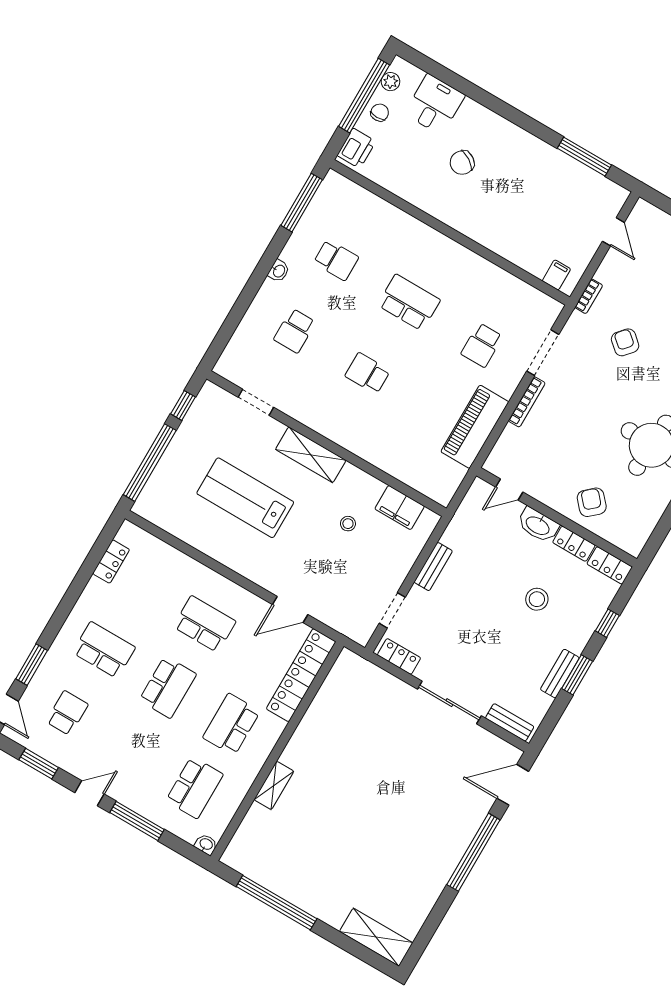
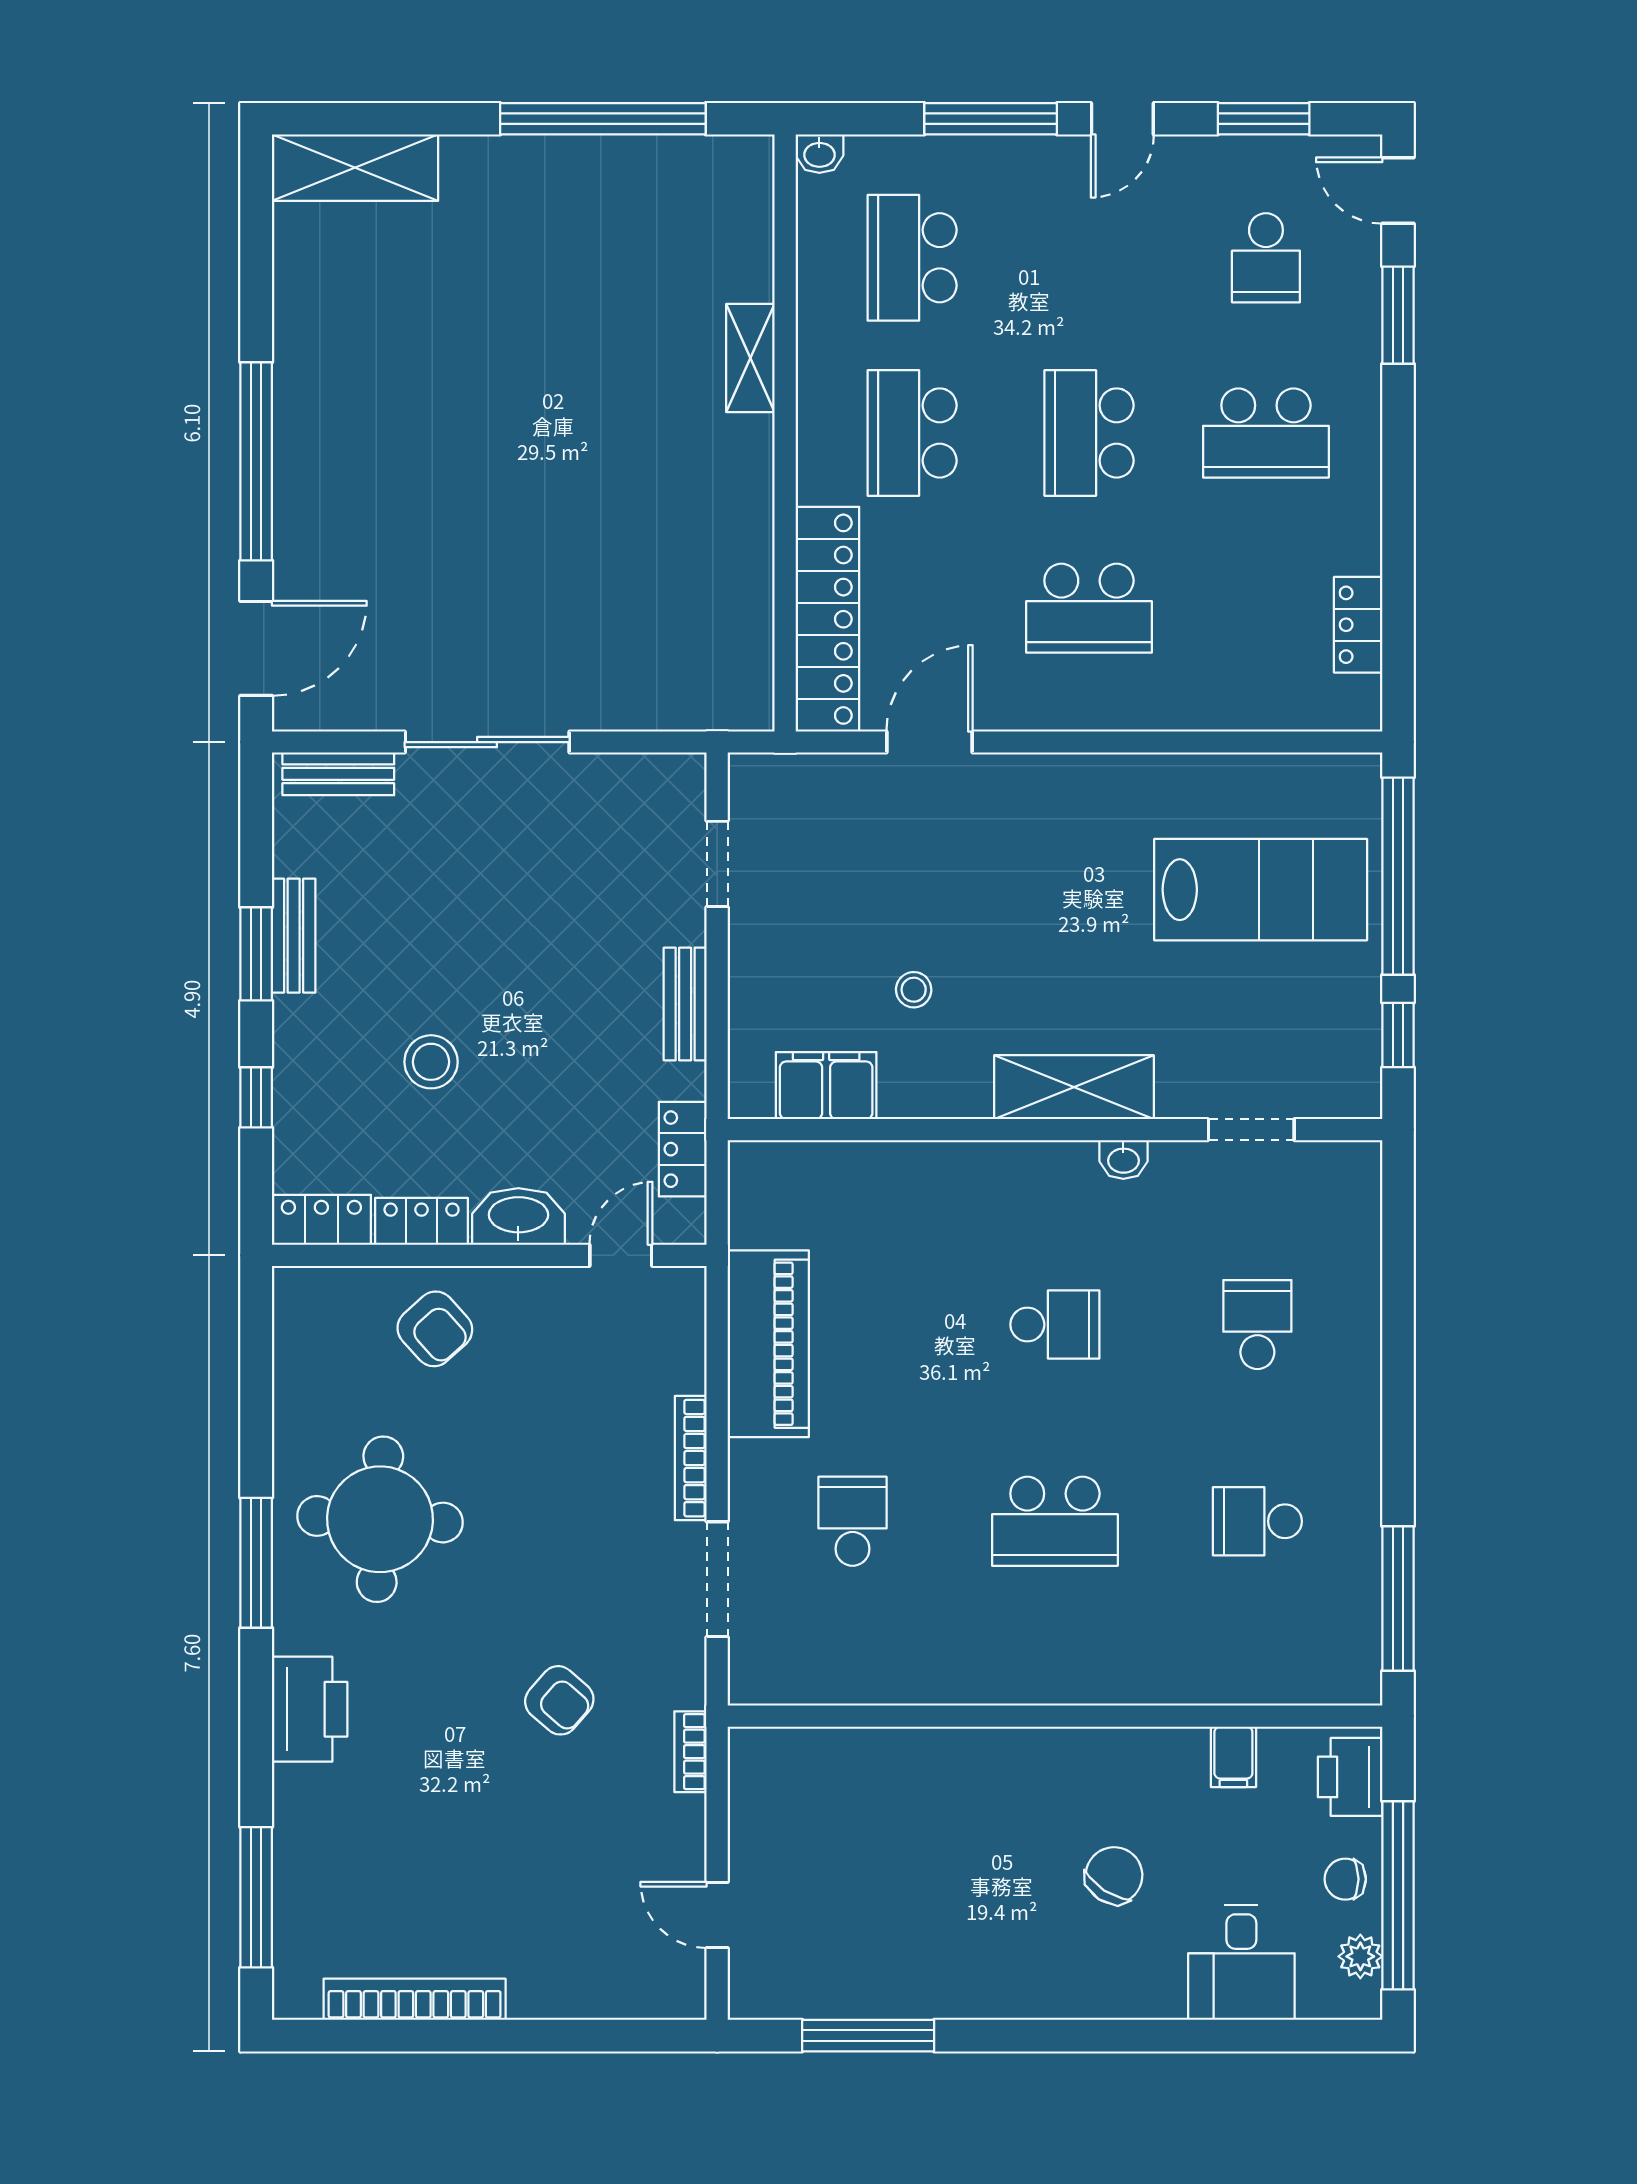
chair: (380, 113) -> (1345, 1879), turned 90
washbasin: (279, 271) -> (1123, 1160), moved, turned -90
filing cabinet: (556, 275) -> (1233, 1757), moved
lab bench: (245, 498) -> (1261, 890), moved
locker: (399, 656) -> (683, 1149), moved, turned 90
school desk: (231, 724) -> (912, 433), turned 180

